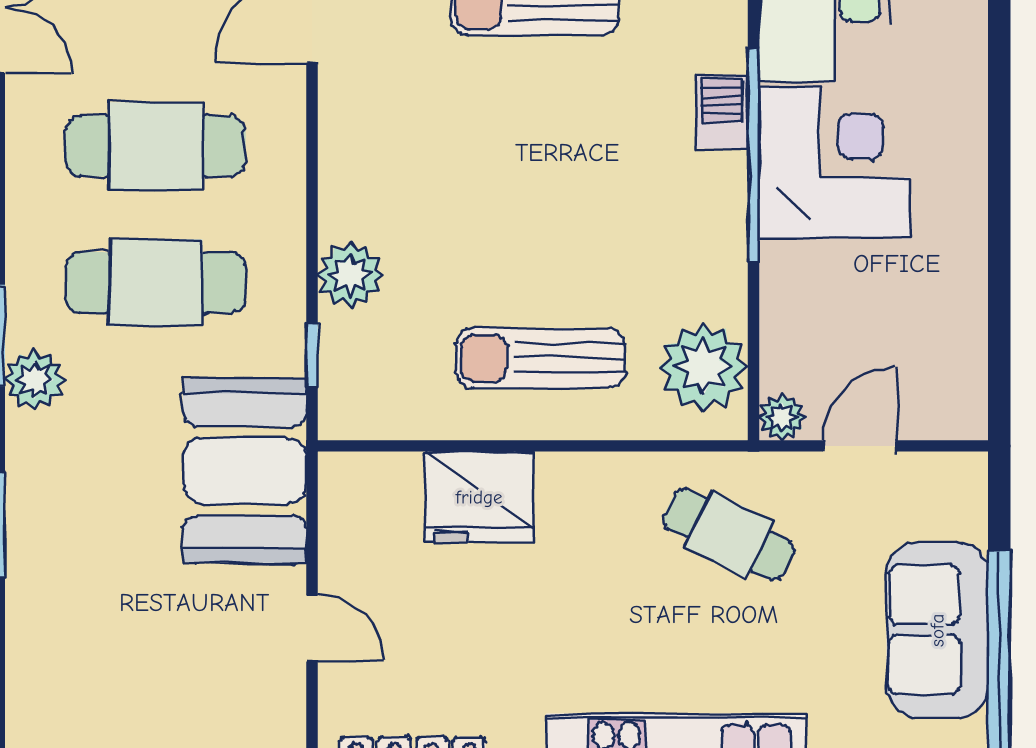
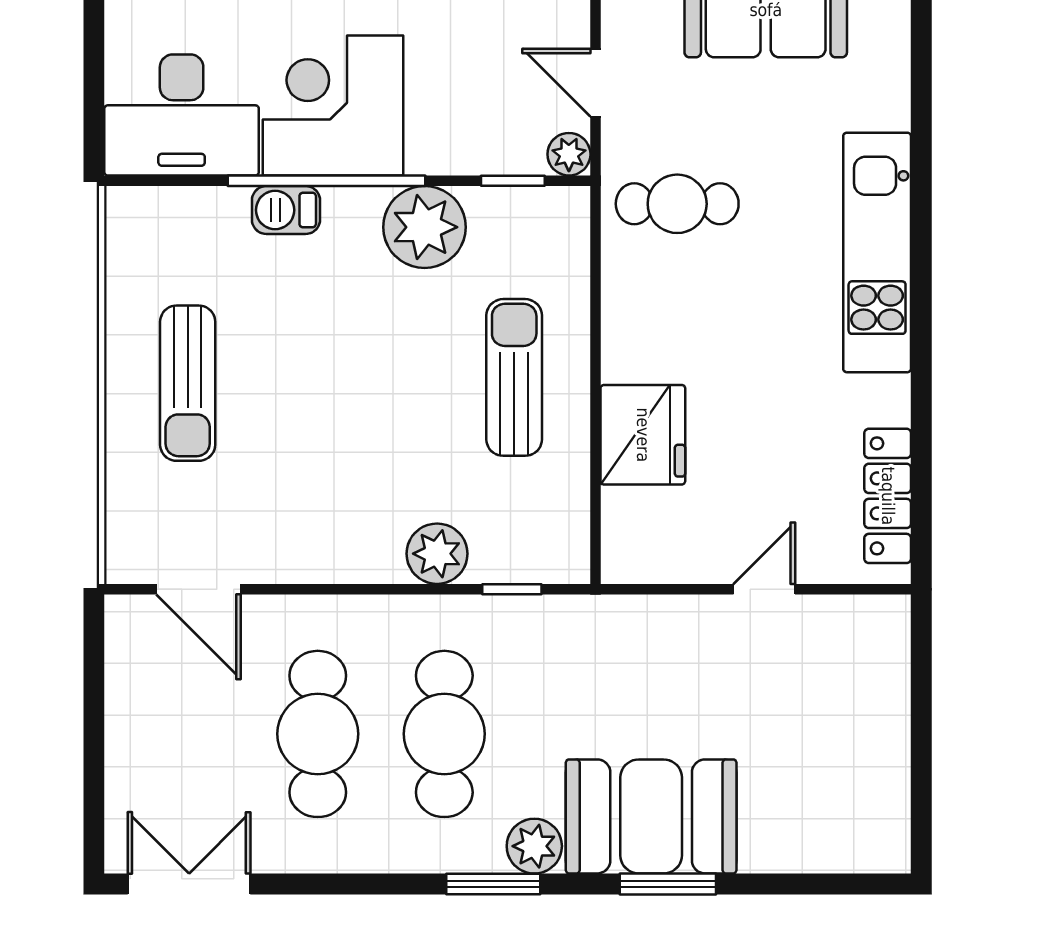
window: (753, 357) -> (513, 181), added
sun lounger: (541, 358) -> (514, 377), turned 180
plant: (703, 367) -> (425, 227), moved
booth: (245, 471) -> (651, 816), moved
cafe table: (729, 534) -> (677, 204), turned 63

